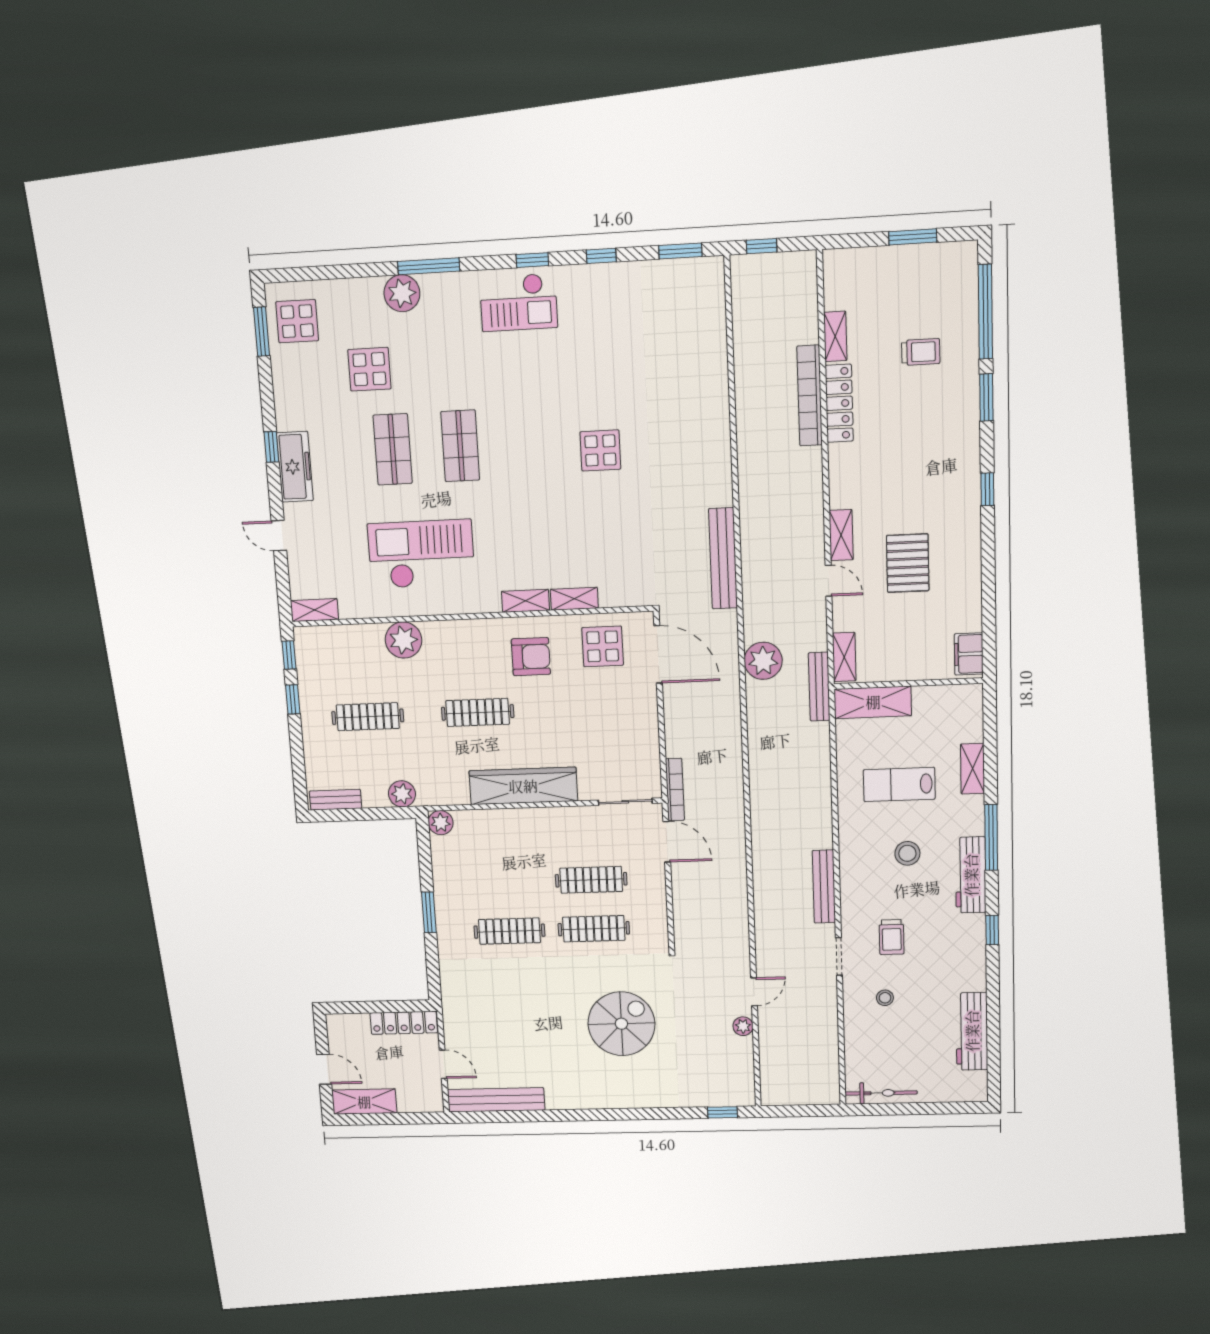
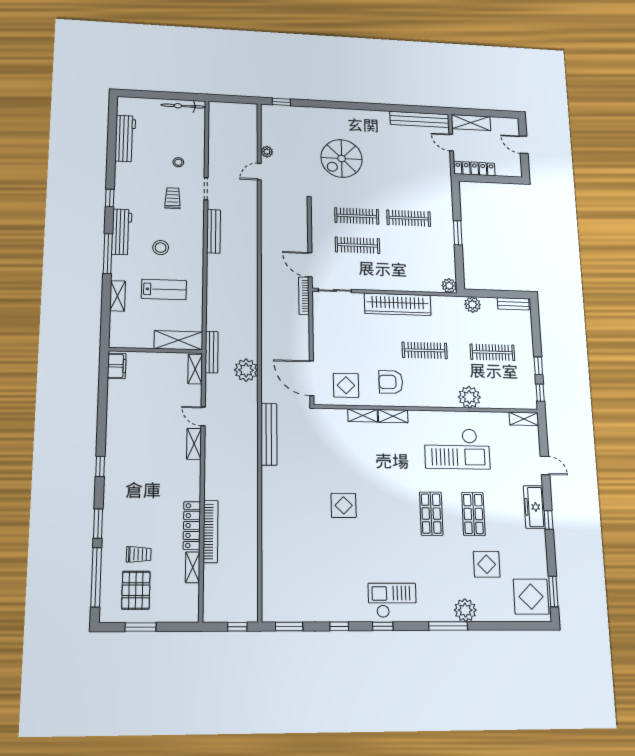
display table: (297, 321) -> (531, 597), width x1.36, depth x1.36
trolley: (921, 352) -> (139, 554), turned 180
pallet: (908, 563) -> (136, 590), moved
shelving: (364, 1102) -> (471, 123), moved

